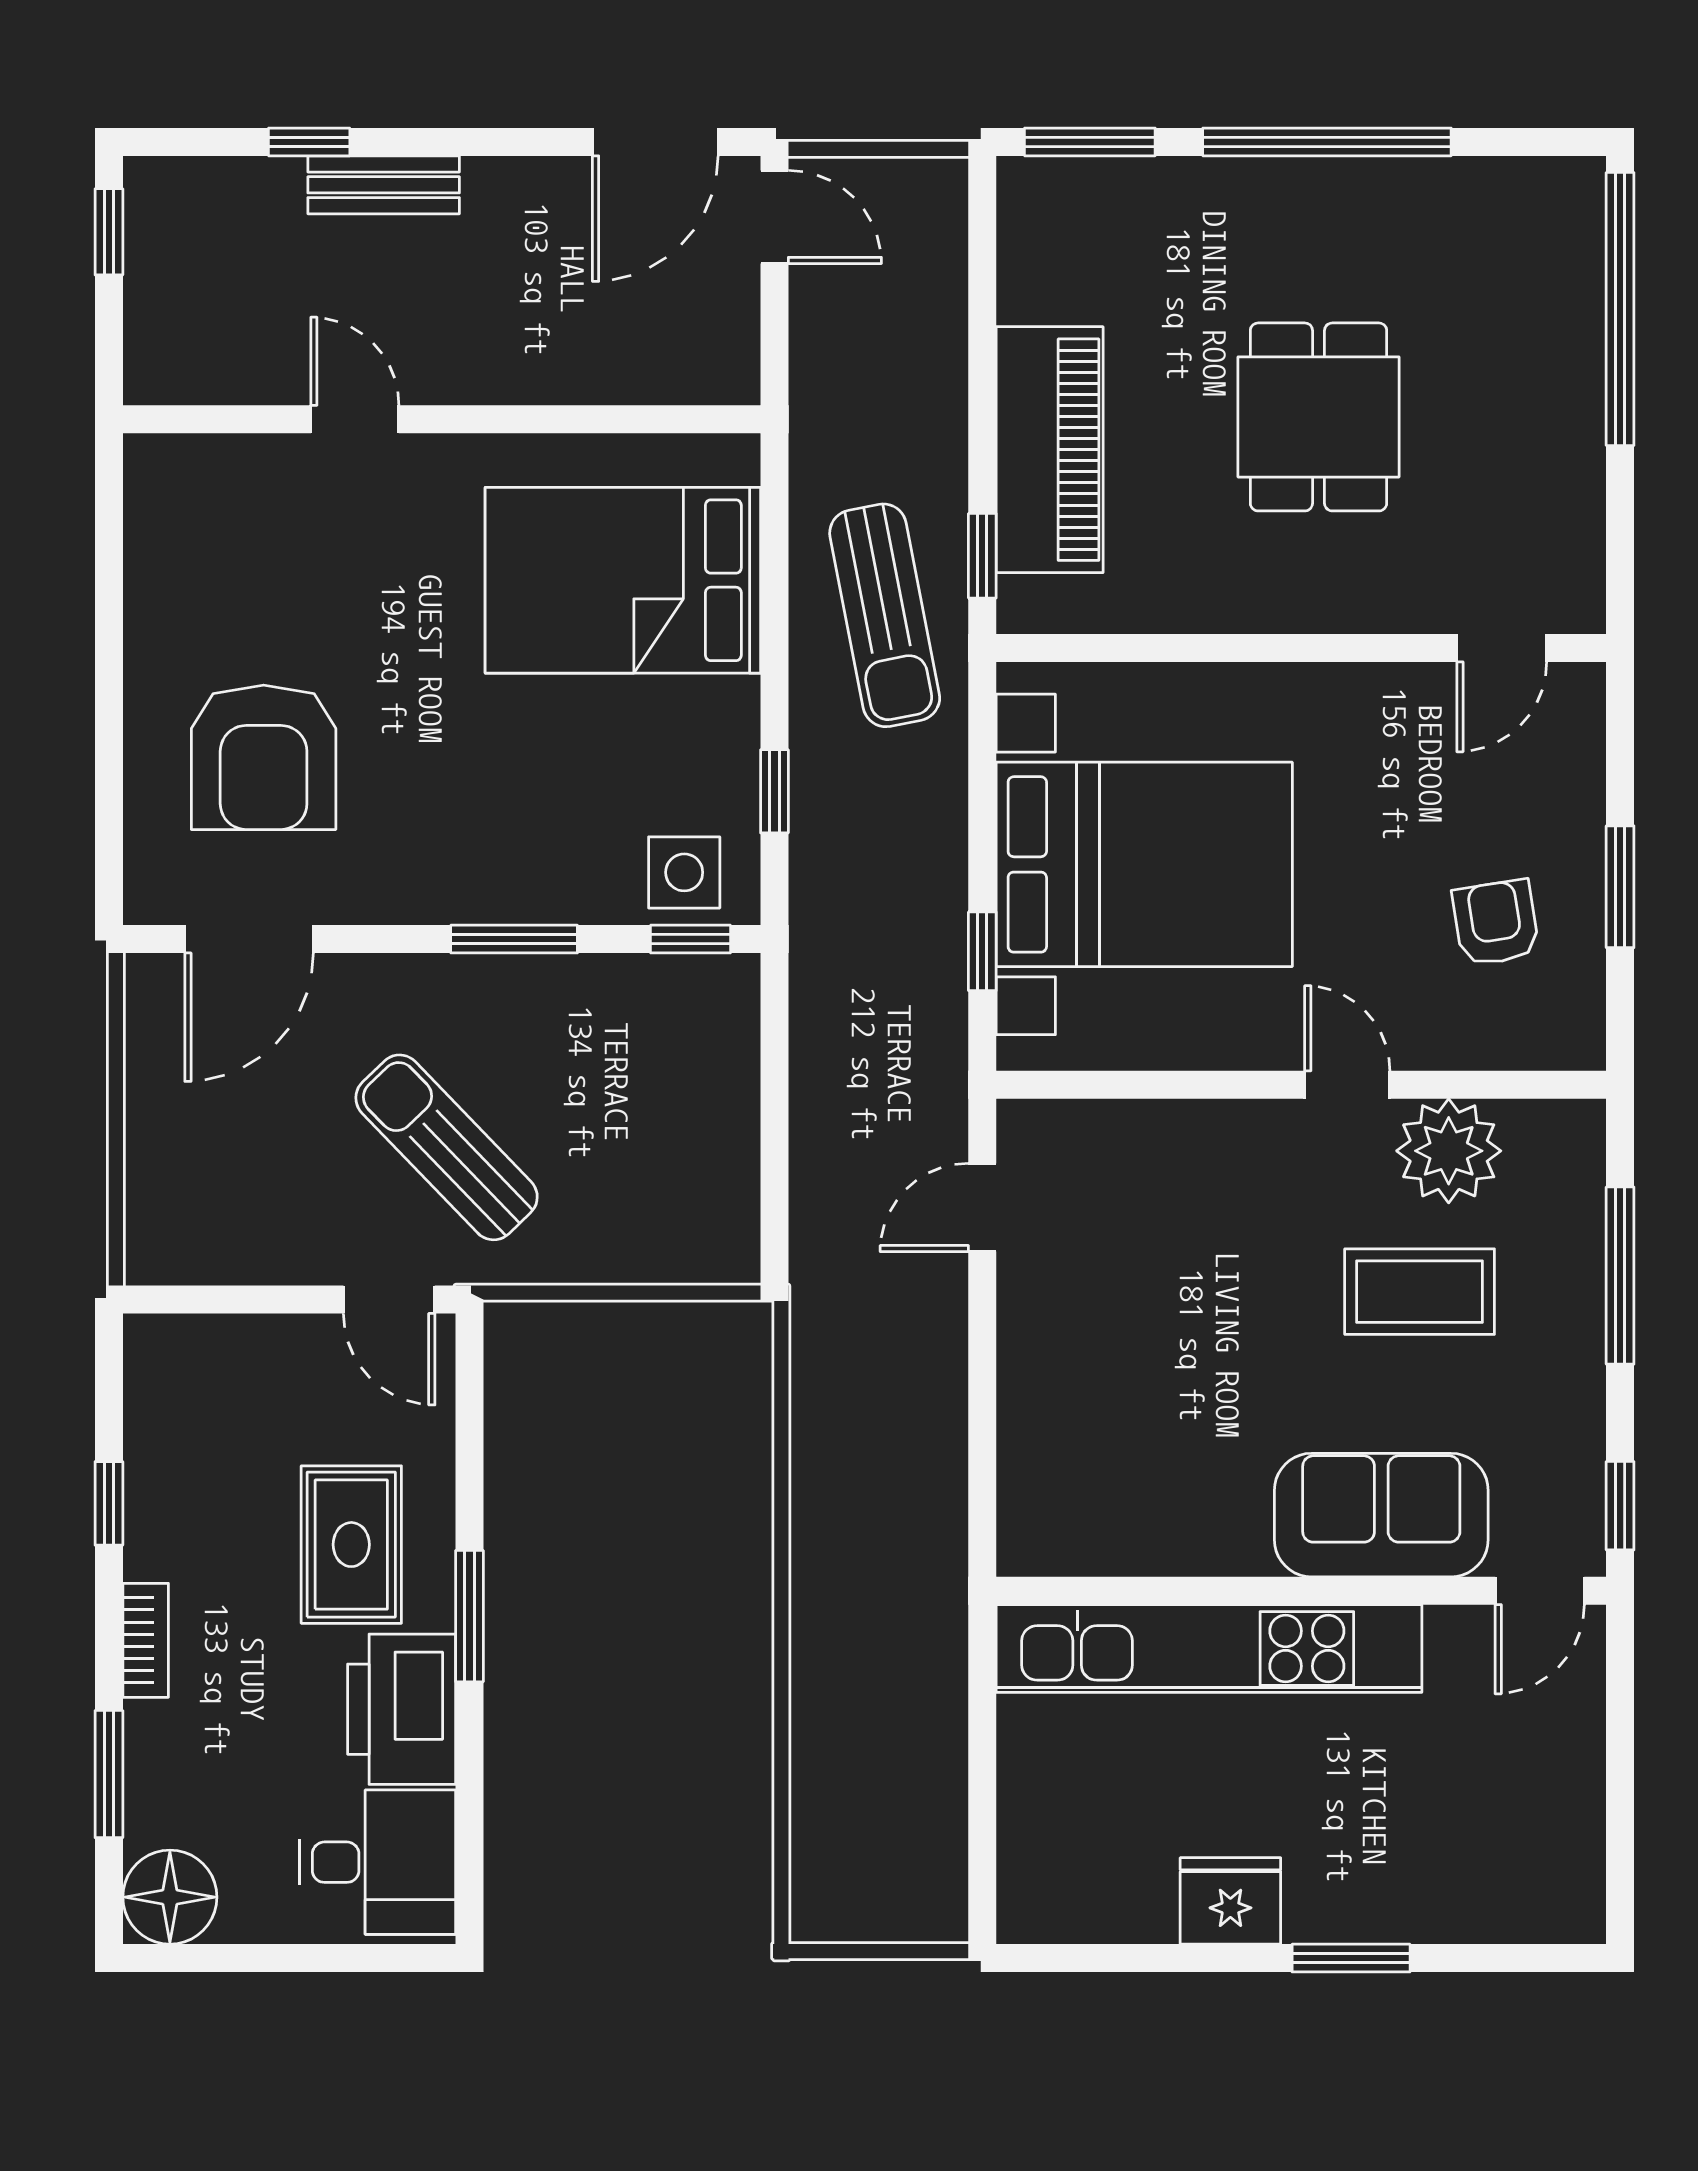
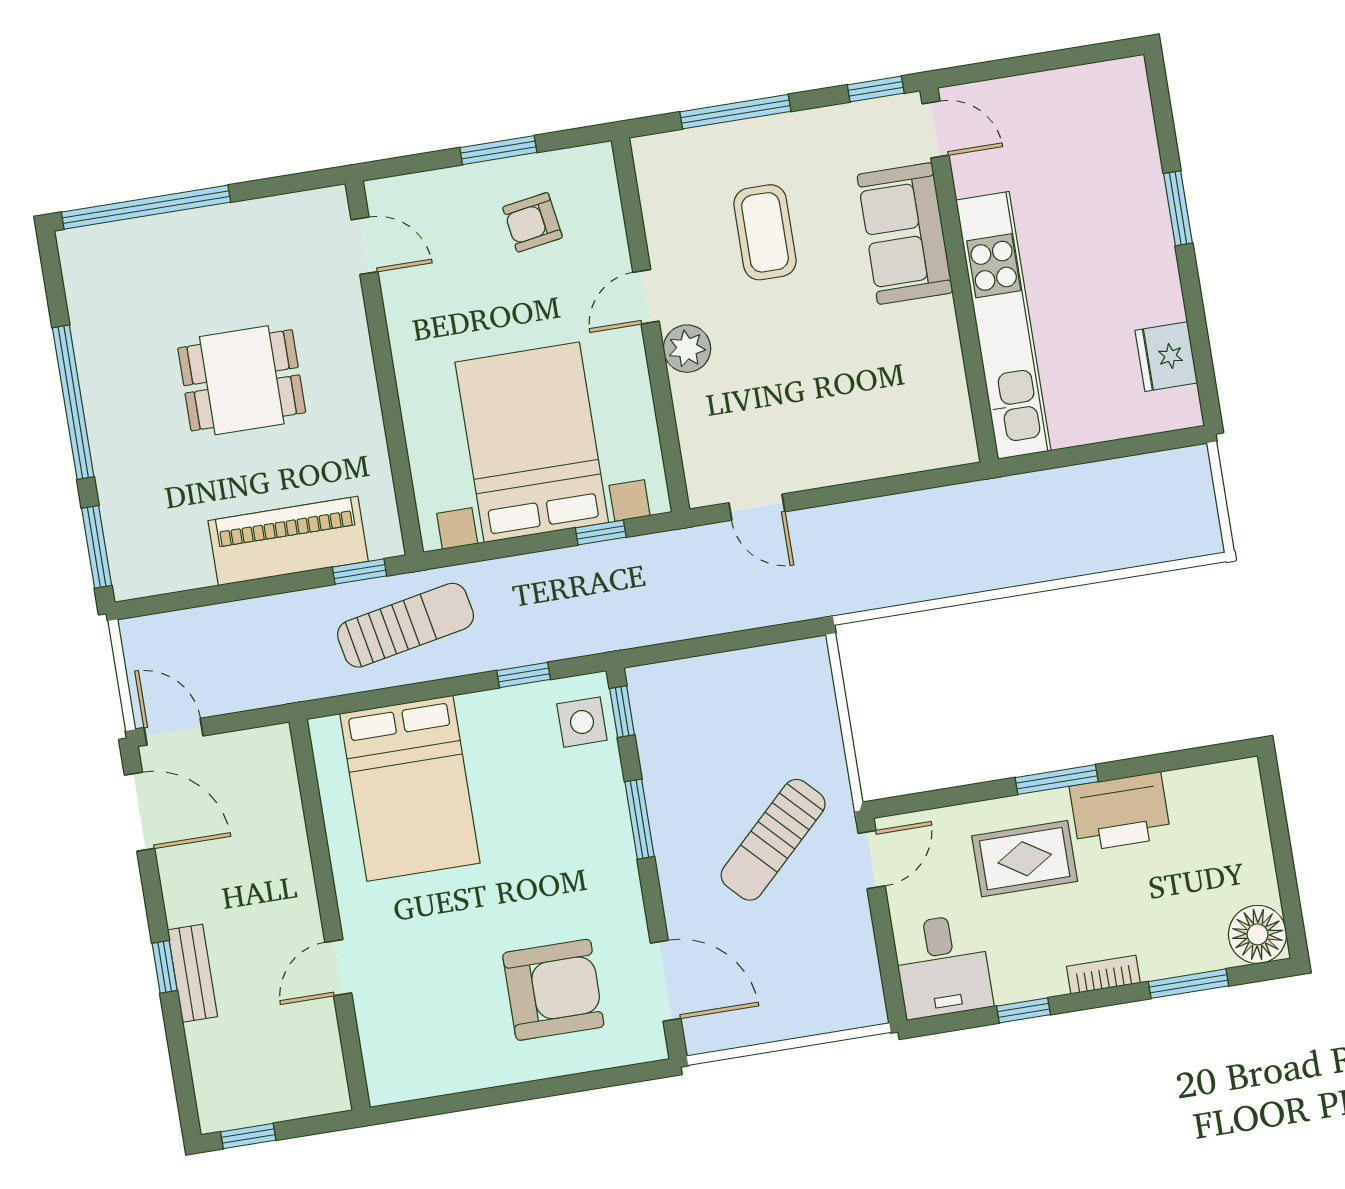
window: (309, 142) -> (165, 967), moved
door: (774, 217) -> (174, 732), hinge flipped
plant: (1449, 1151) -> (687, 349), moved, width x0.73, depth x0.73
desk: (378, 1862) -> (943, 966), moved, turned 180
fridge: (1230, 1901) -> (1166, 357), moved

